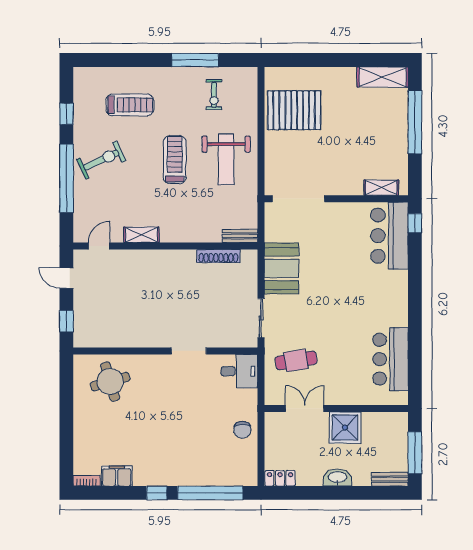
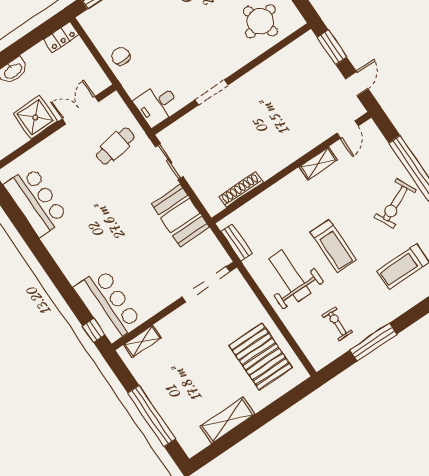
shelving: (383, 77) -> (227, 420), moved
pallet: (294, 110) -> (261, 357), turned 90
bench: (240, 236) -> (236, 242), moved, turned 90
door: (66, 278) -> (357, 84), hinge flipped
window: (66, 321) -> (332, 47), width x1.50
double door: (305, 408) -> (80, 110), swing flipped

